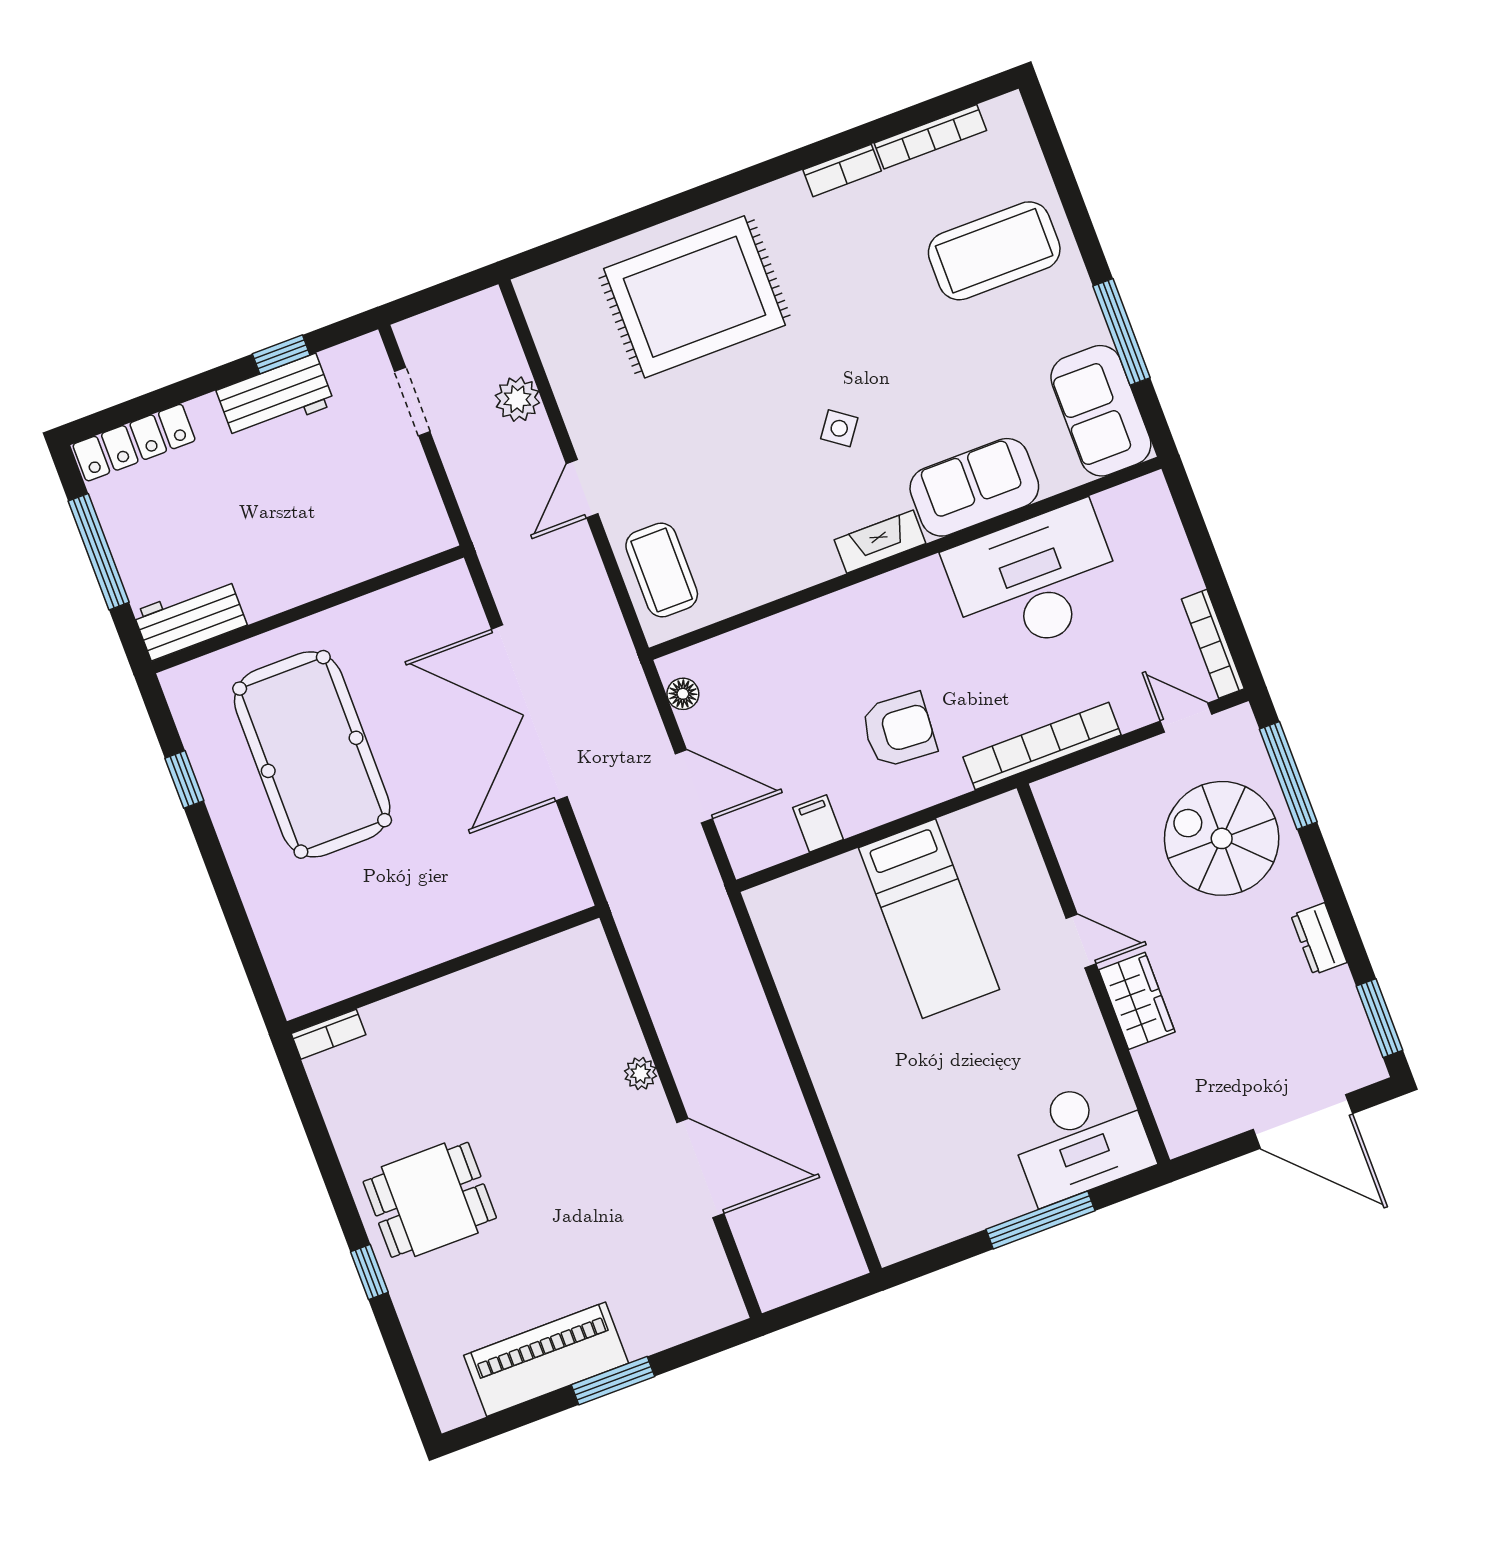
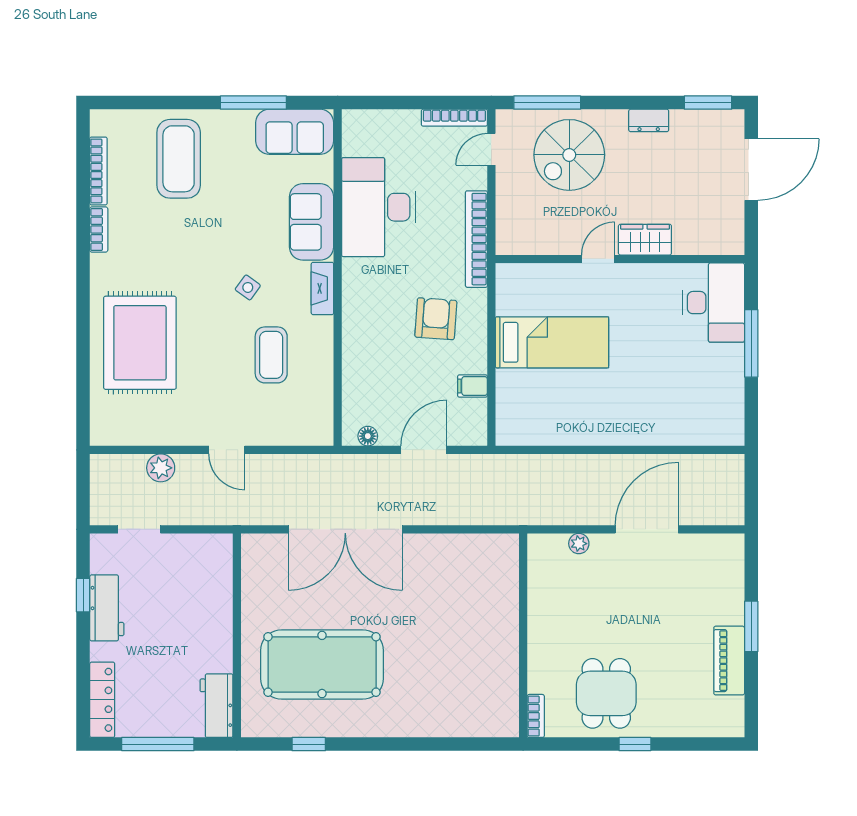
coffee table: (662, 570) -> (271, 355), moved, turned 90
wall: (443, 970) -> (523, 635), moved
bookcase: (329, 1034) -> (536, 716), moved
piano: (546, 1359) -> (729, 661), width x0.73, depth x0.75

